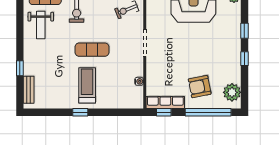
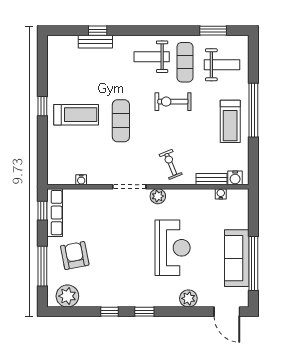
plant: (152, 20) -> (158, 196), added
bench: (29, 90) -> (95, 42), moved
window: (208, 112) -> (42, 266), width x0.68

